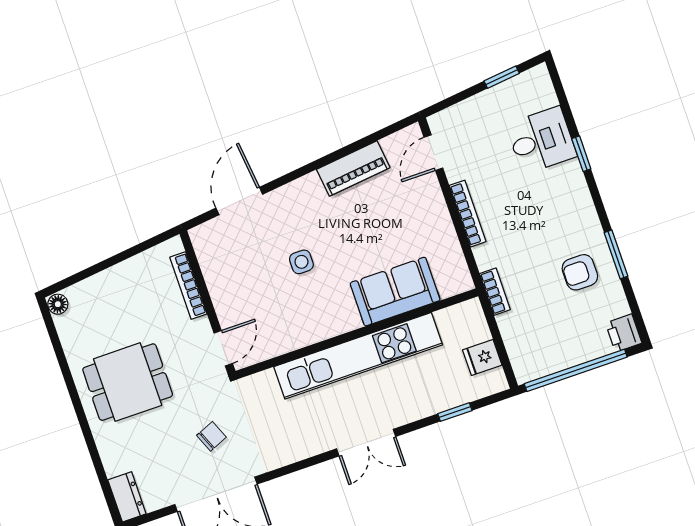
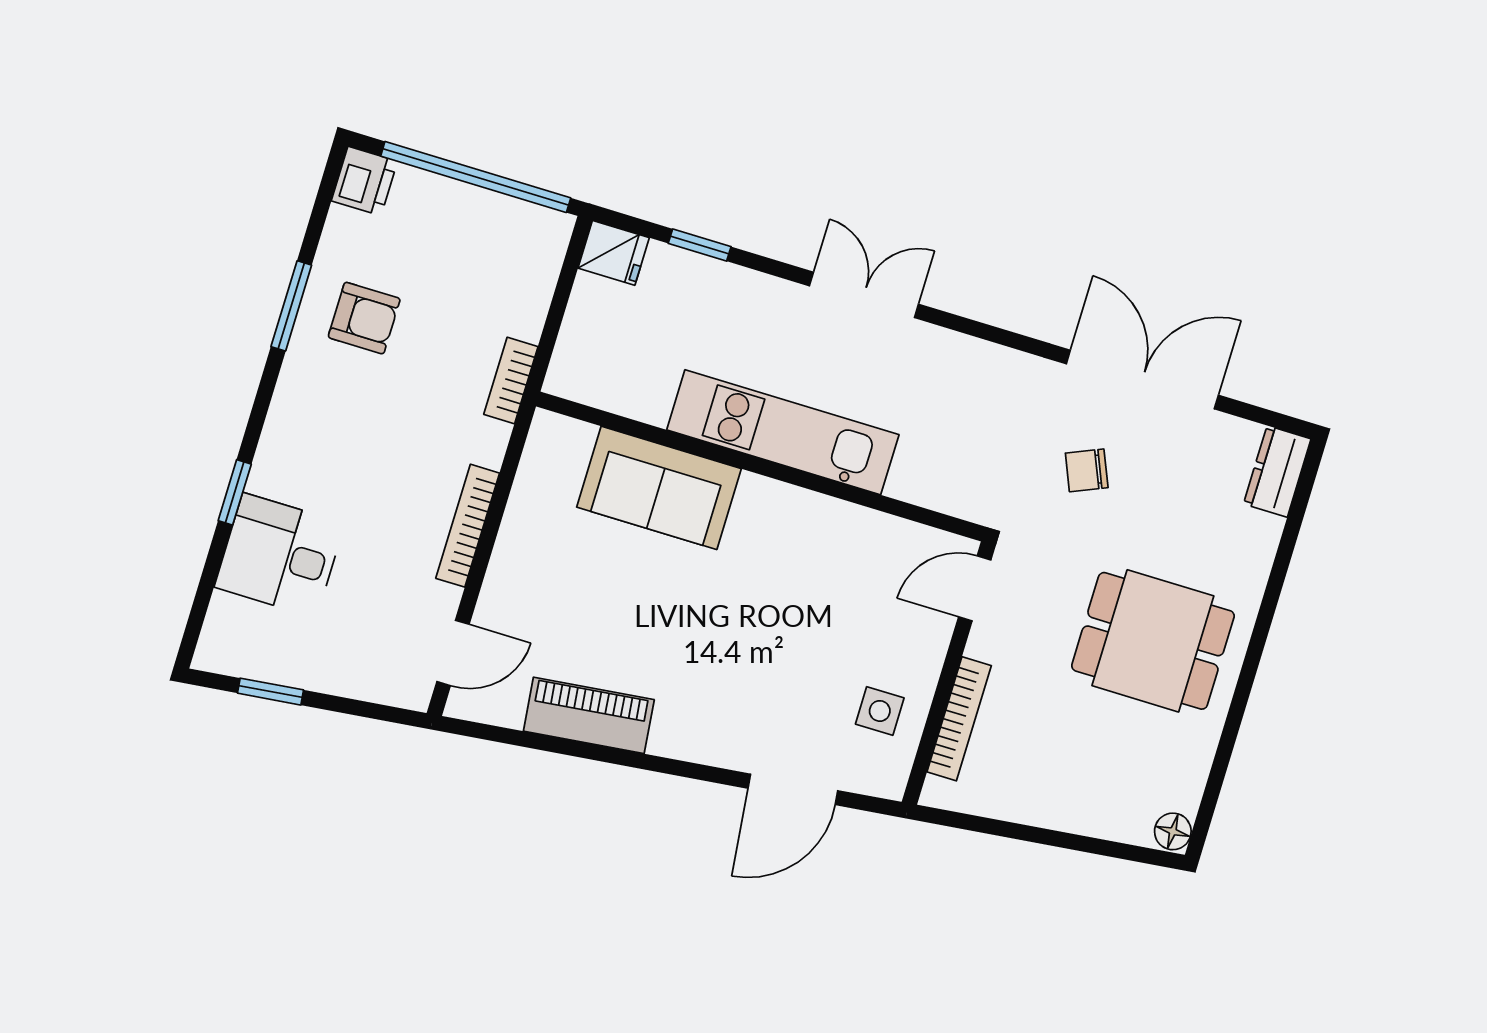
side table: (301, 262) -> (880, 711), moved
kitchen unit: (358, 356) -> (783, 432), width x0.73
fridge: (482, 357) -> (614, 253), moved

